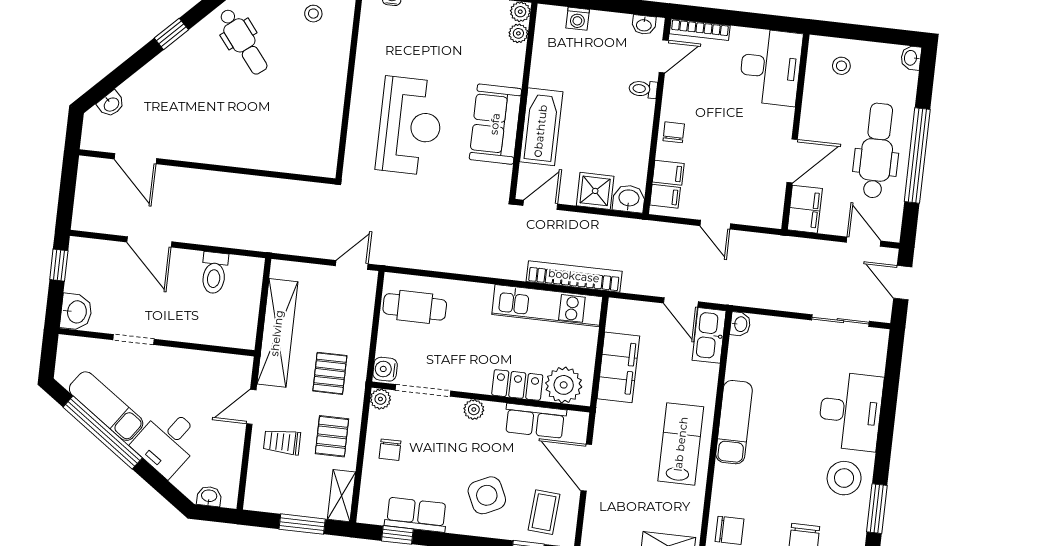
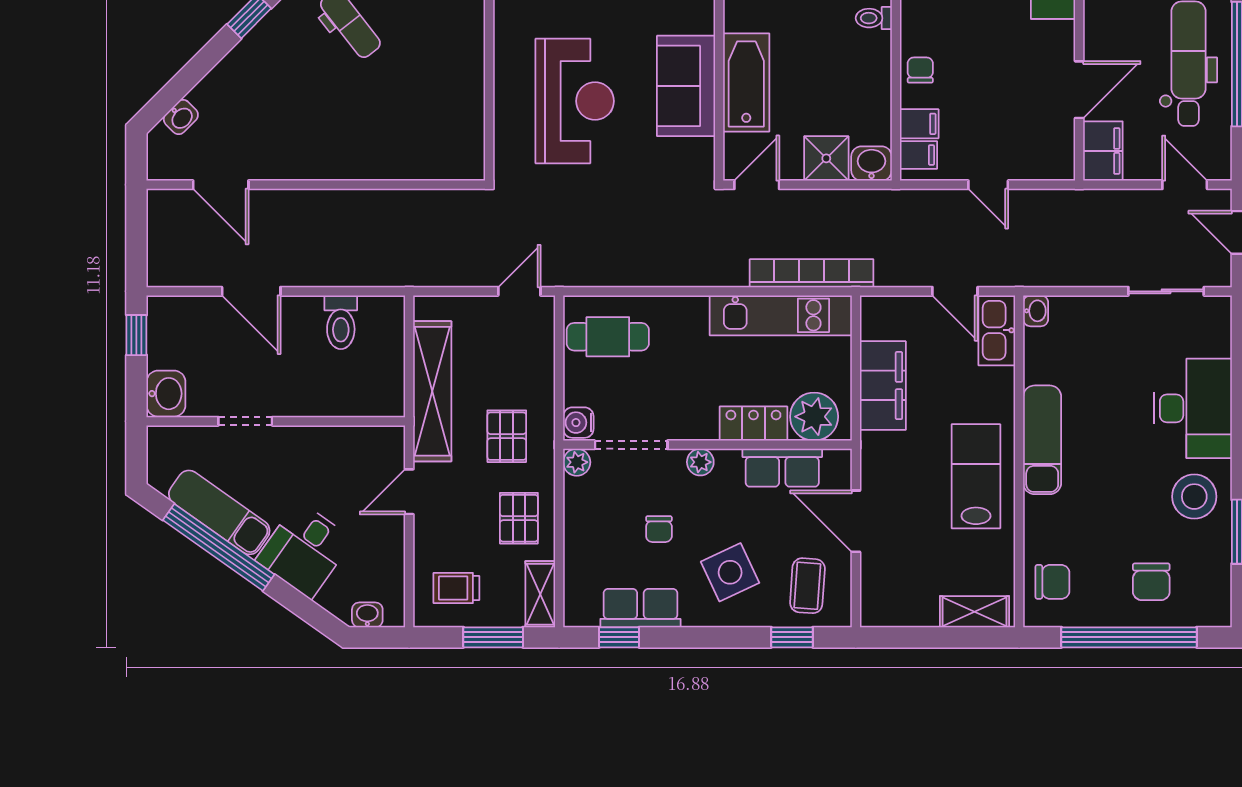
trolley: (282, 442) -> (456, 588), moved
chair: (390, 450) -> (659, 529), moved

